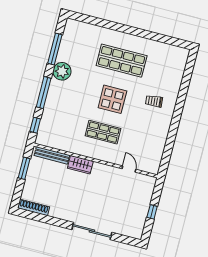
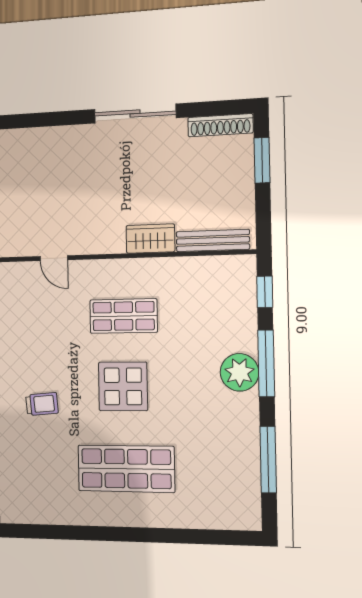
plant: (62, 71) -> (239, 372), moved
window: (24, 168) -> (262, 160), moved
sliding door: (92, 231) -> (135, 114), moved

